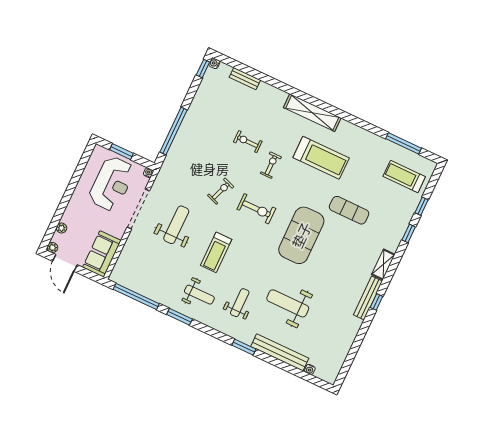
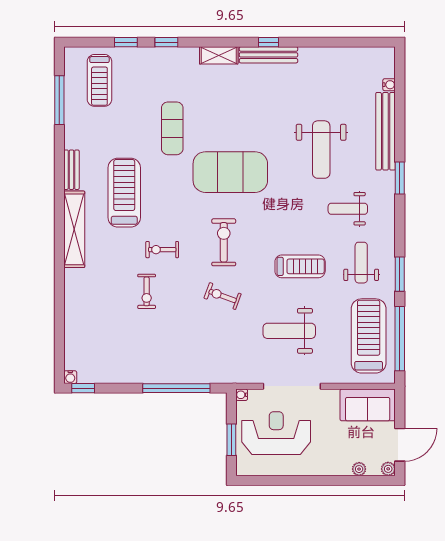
bench: (245, 79) -> (71, 170), moved
treadmill: (148, 276) -> (369, 336), added

